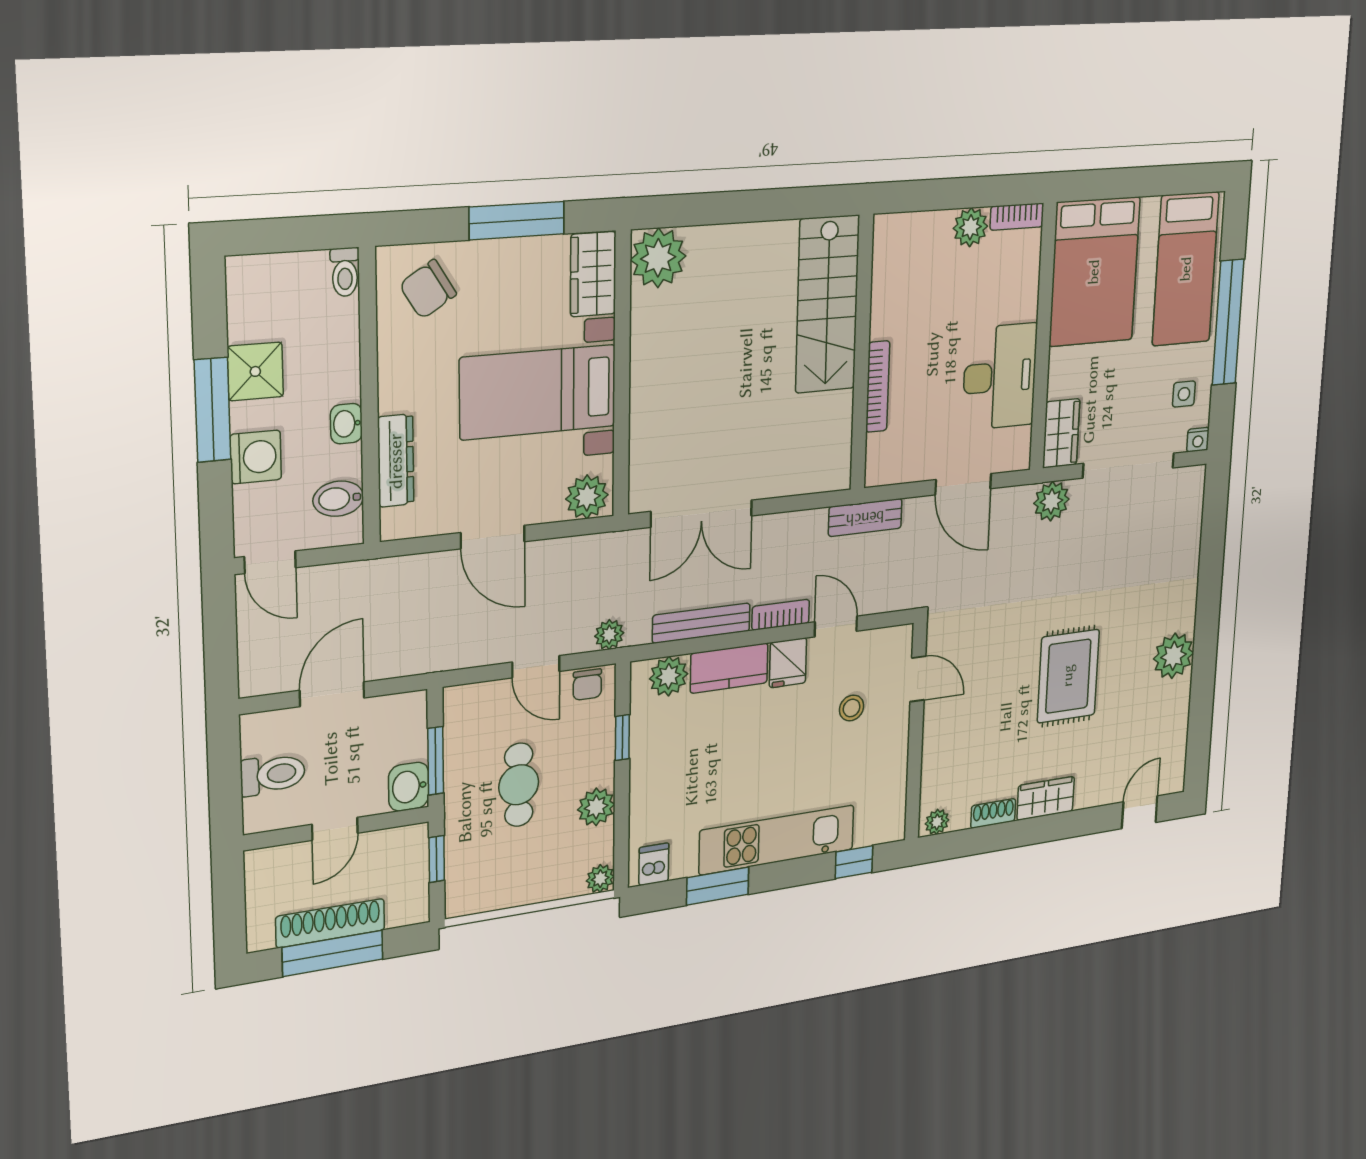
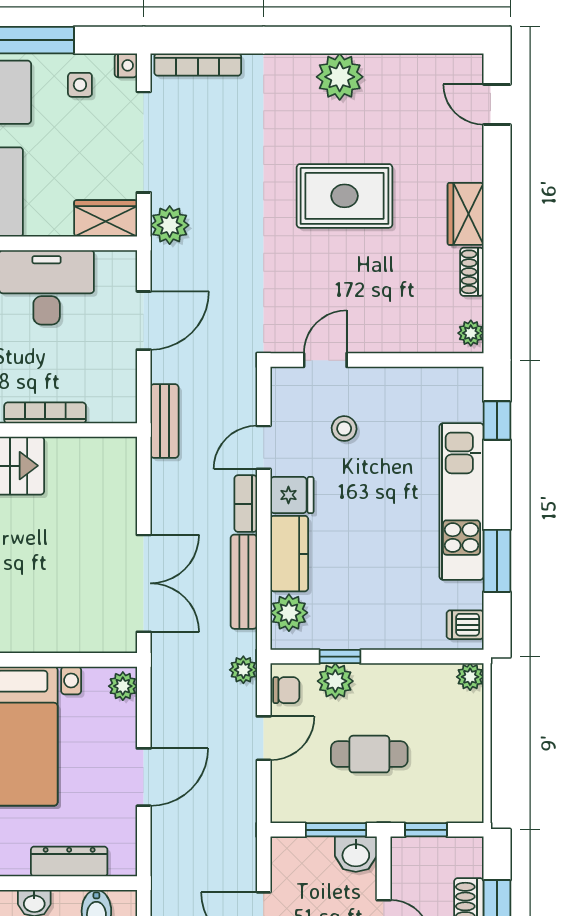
plant: (587, 497) -> (123, 686), width x0.73, depth x0.73
bookcase: (1194, 513) -> (198, 65), added
plant: (596, 807) -> (335, 681), moved

